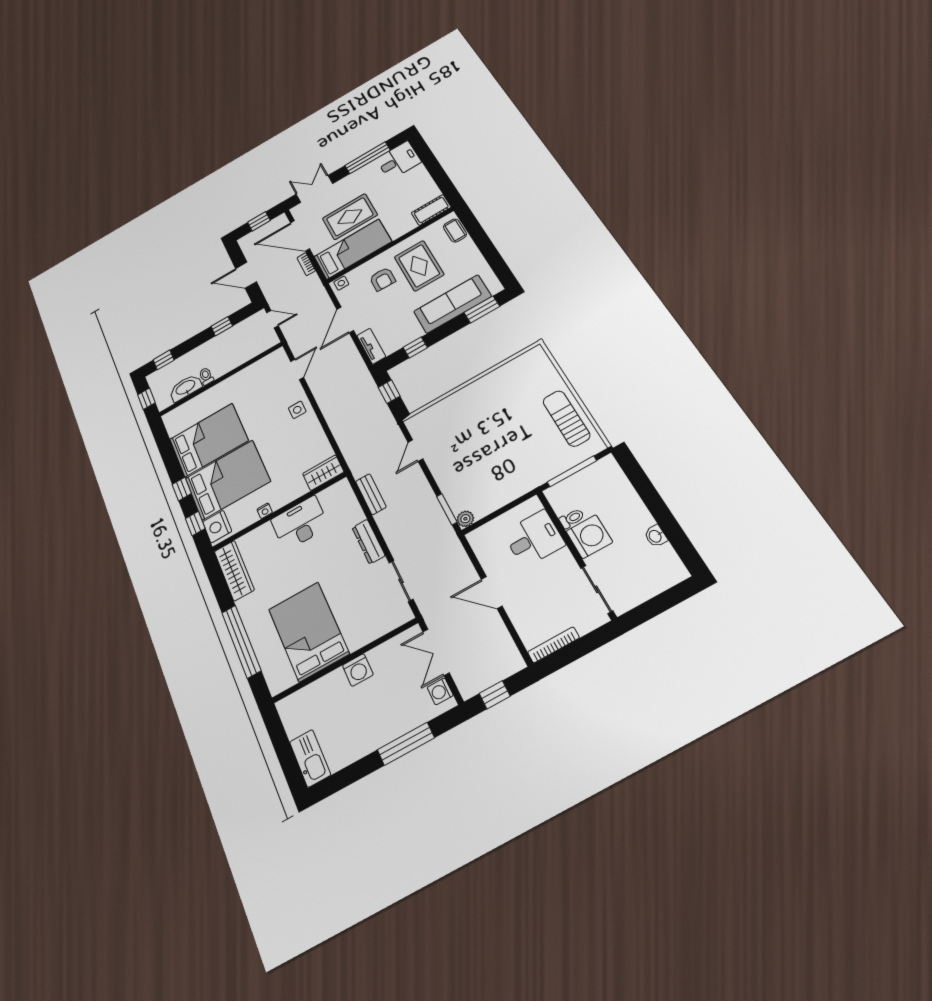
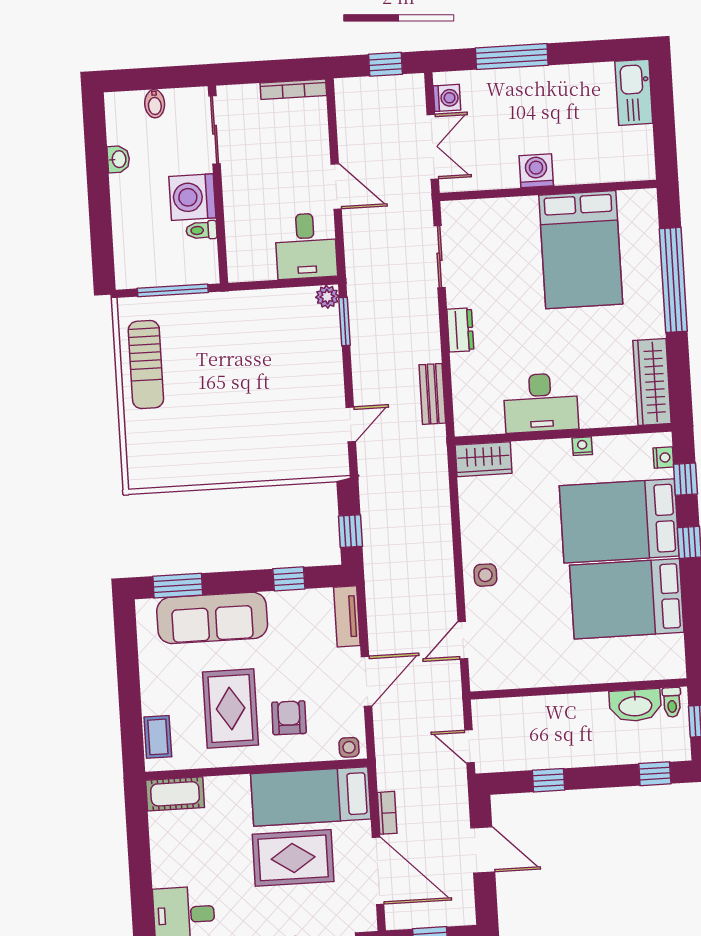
toilet: (206, 376) -> (672, 702), moved
nightstand: (217, 527) -> (663, 458), width x0.53, depth x0.56
desk: (534, 539) -> (306, 246), moved, turned -90
dresser: (368, 542) -> (460, 330), width x0.70
bidet: (650, 586) -> (155, 104), added

